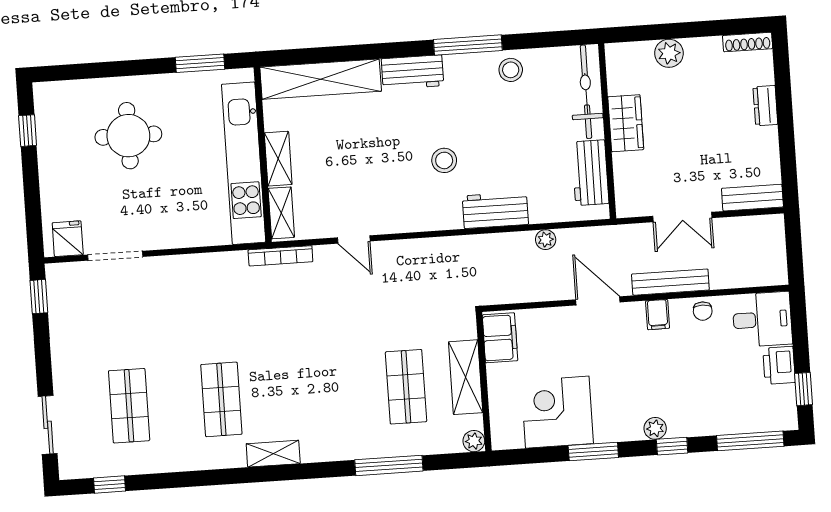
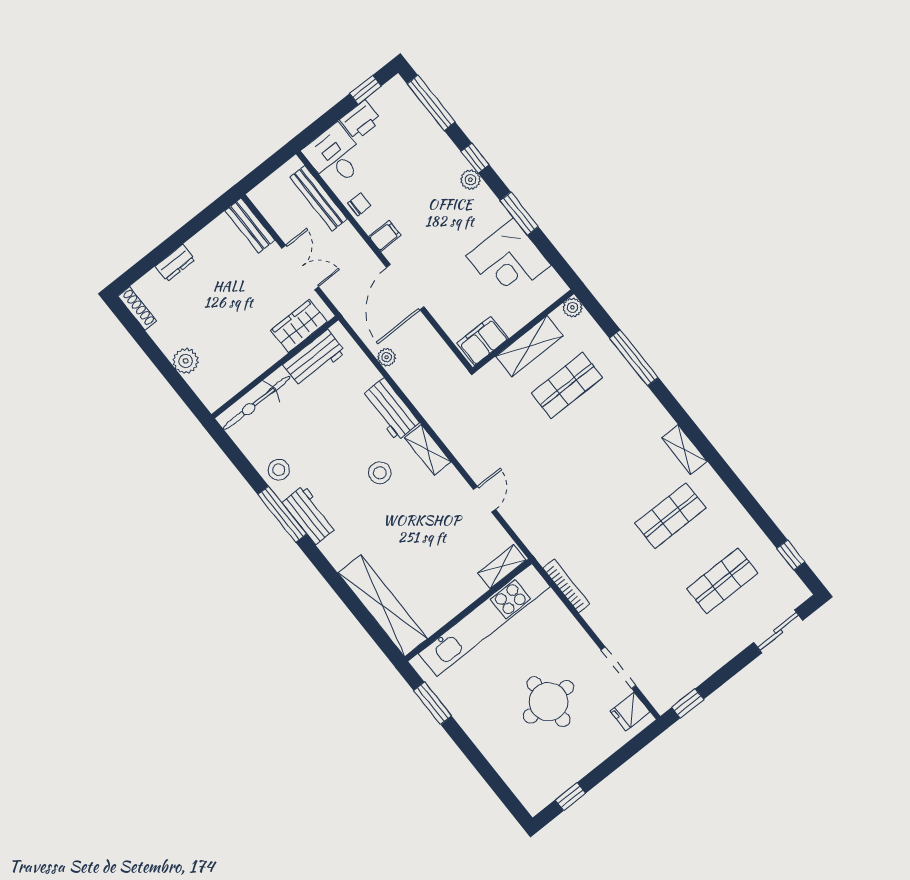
workbench: (412, 72) -> (310, 515), moved
wardrobe: (626, 123) -> (299, 326), moved
round table: (128, 136) -> (549, 702), moved
shelving: (278, 159) -> (428, 450), moved, turned 90
bookcase: (280, 256) -> (567, 586), moved
bench: (670, 282) -> (318, 198), moved
door: (598, 301) -> (405, 287), width x1.36

